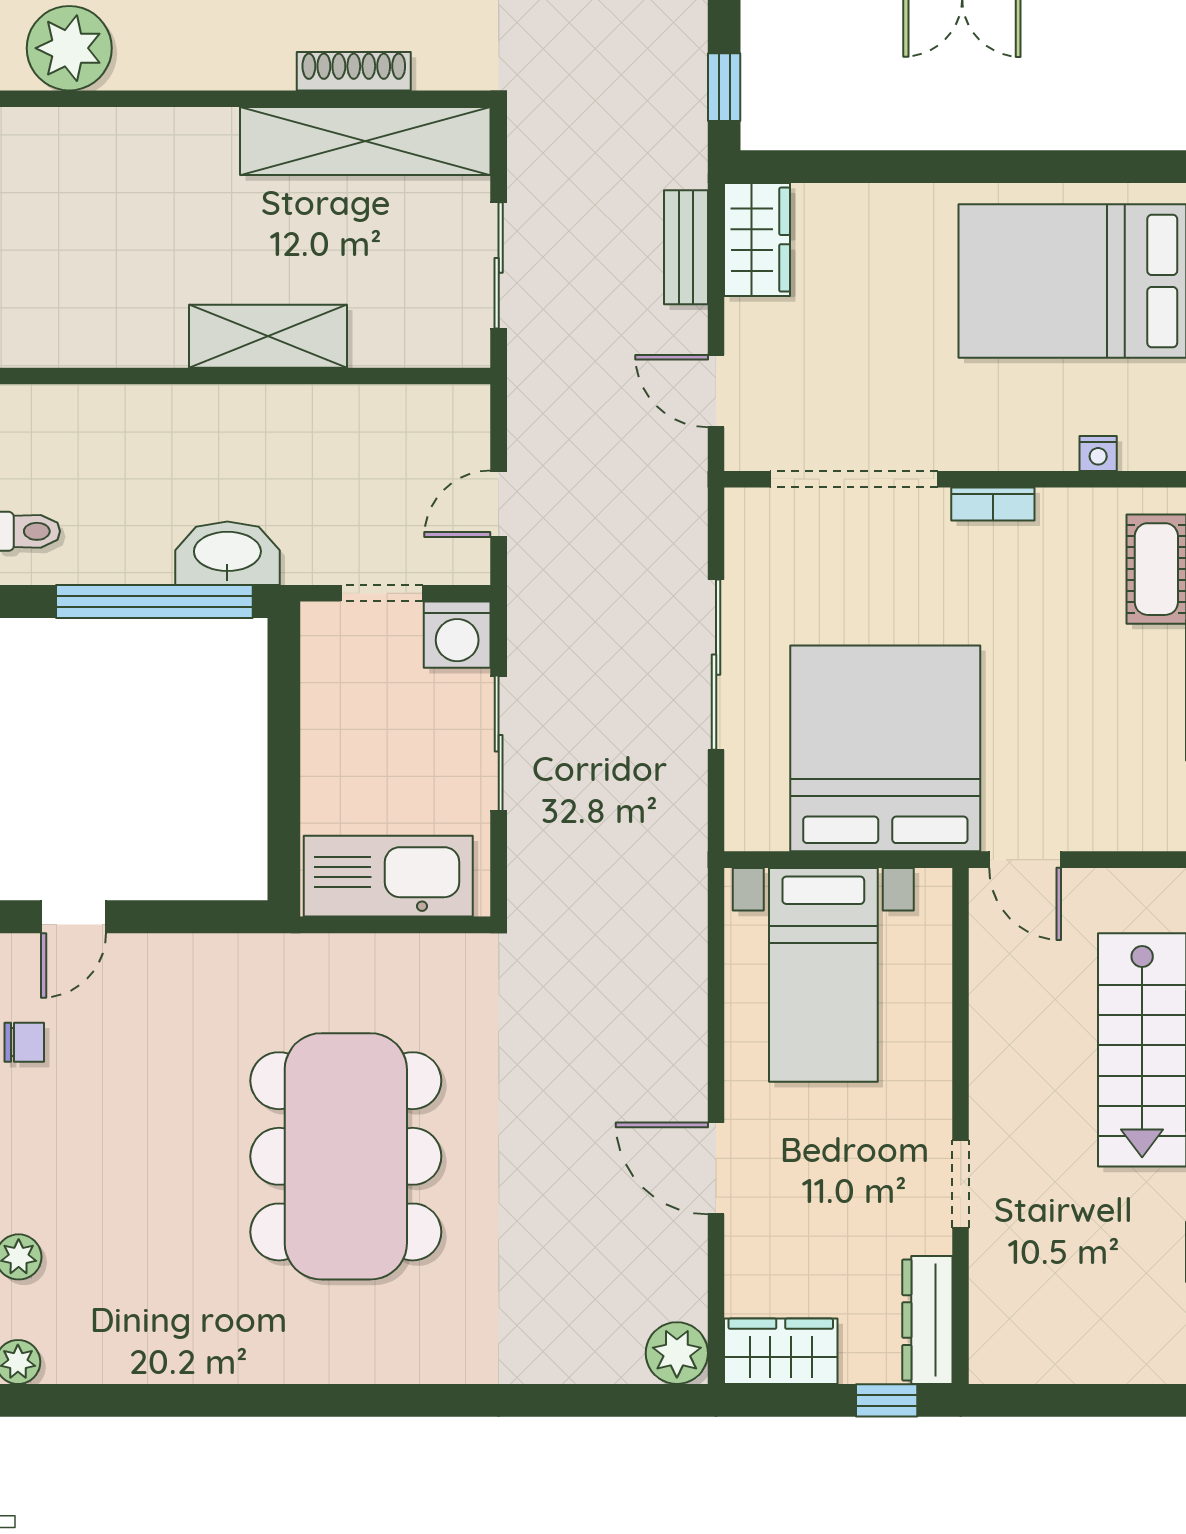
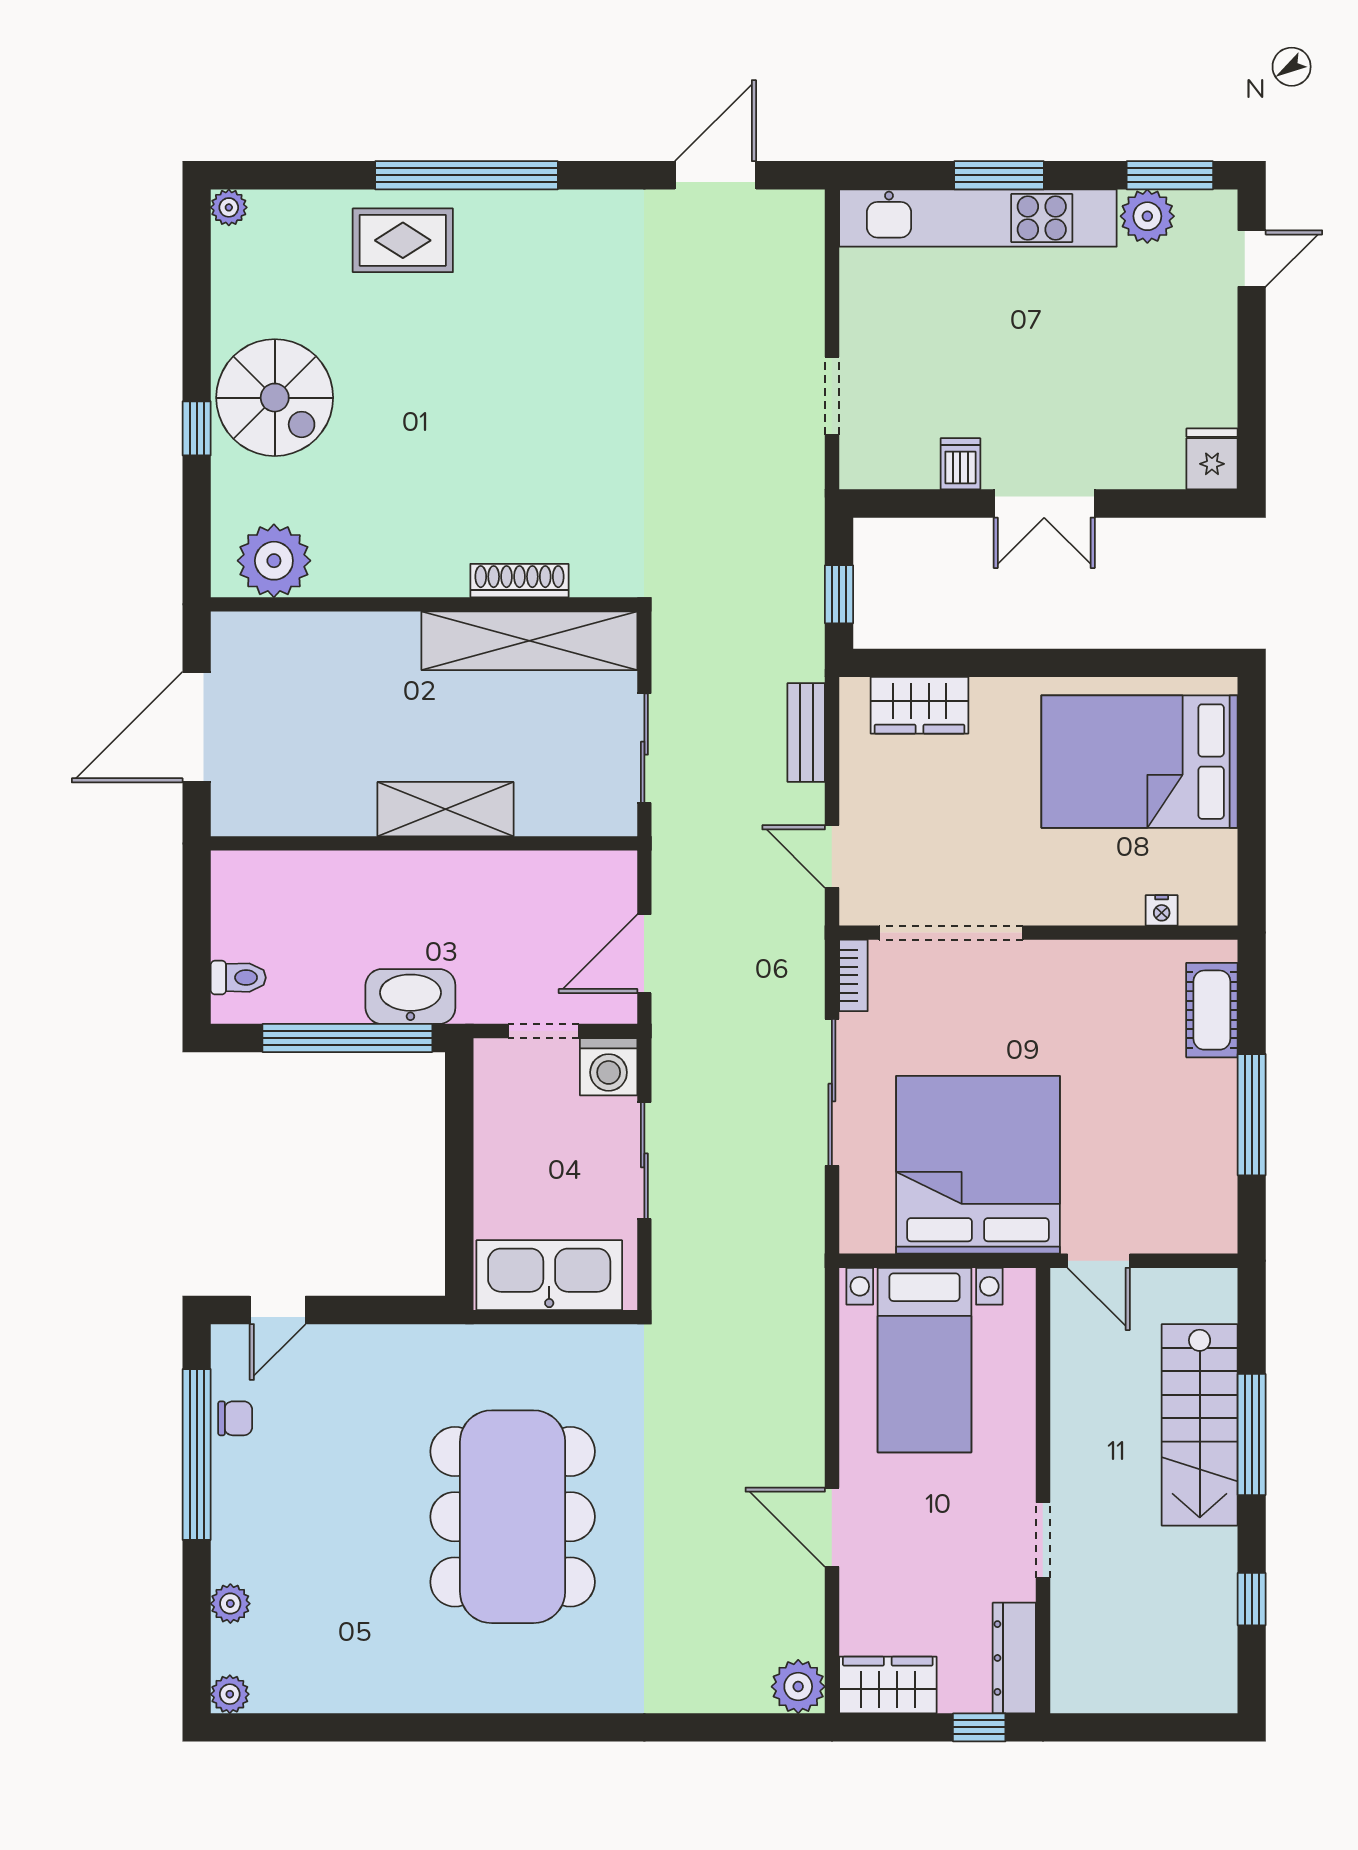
wardrobe: (757, 240) -> (920, 705), moved, turned 90
door: (499, 504) -> (644, 954), width x1.38
bookcase: (993, 504) -> (853, 975), moved, turned -90

